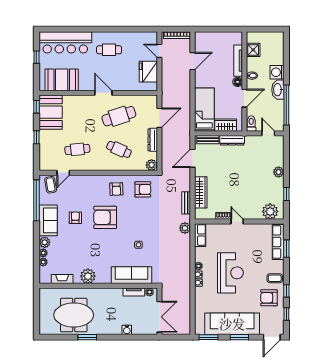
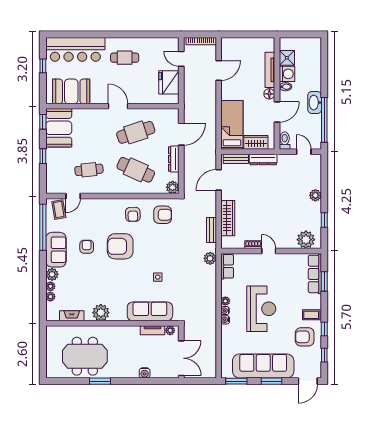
washing machine: (277, 72) -> (287, 74), moved, turned 180
cafe table: (119, 149) -> (136, 170), width x1.37, depth x1.35

